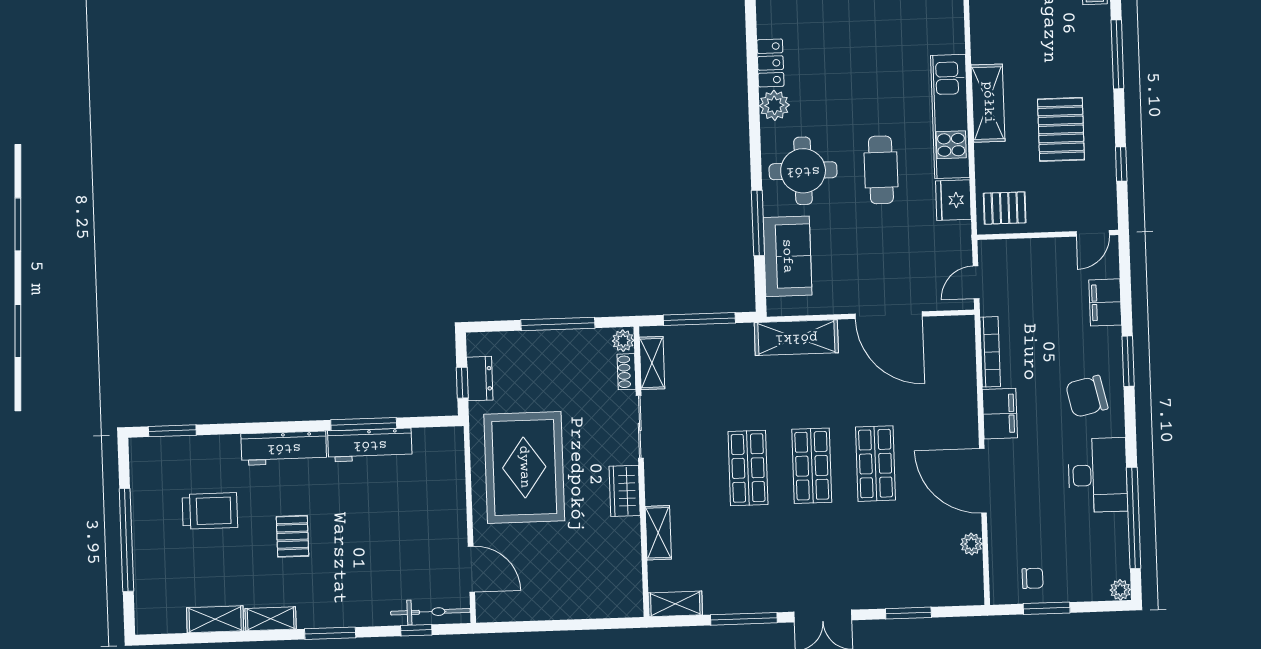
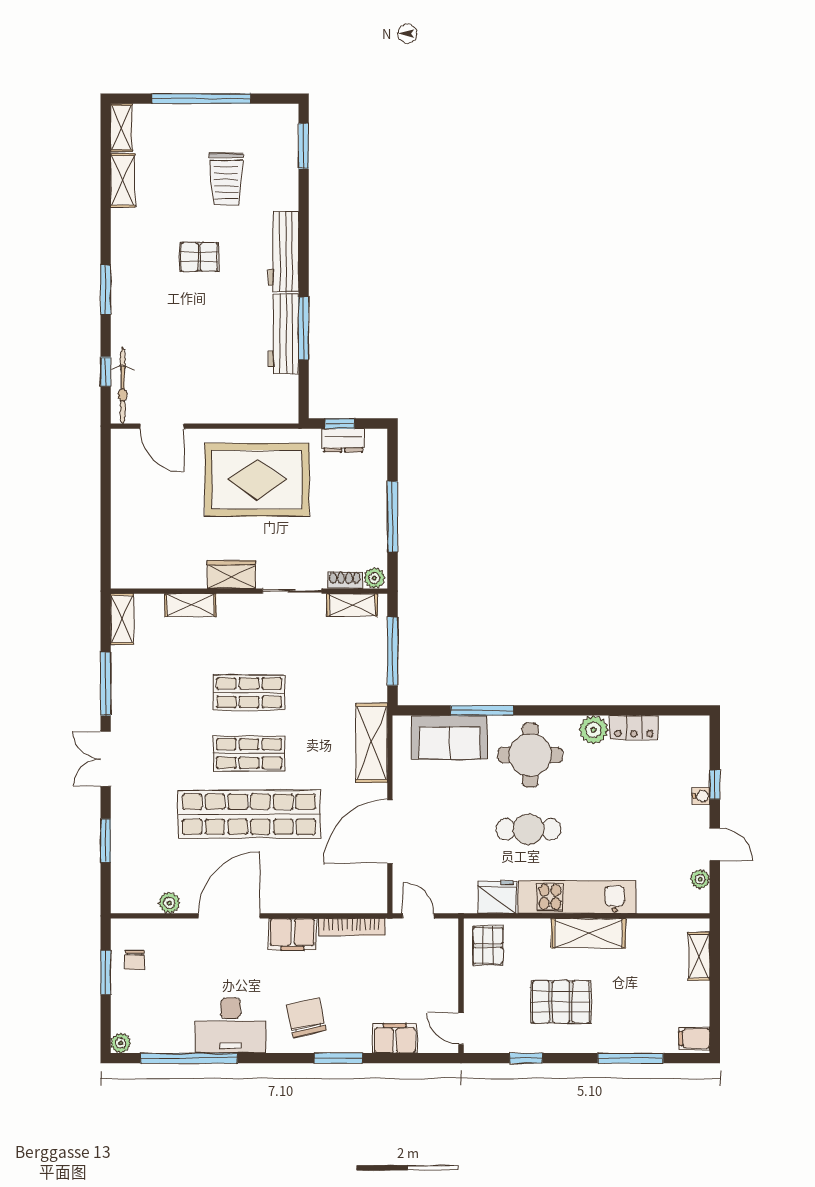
shop shelf: (876, 464) -> (249, 814), width x2.00, depth x1.36
door: (471, 569) -> (162, 426), hinge flipped
shelving: (271, 619) -> (121, 128), moved

